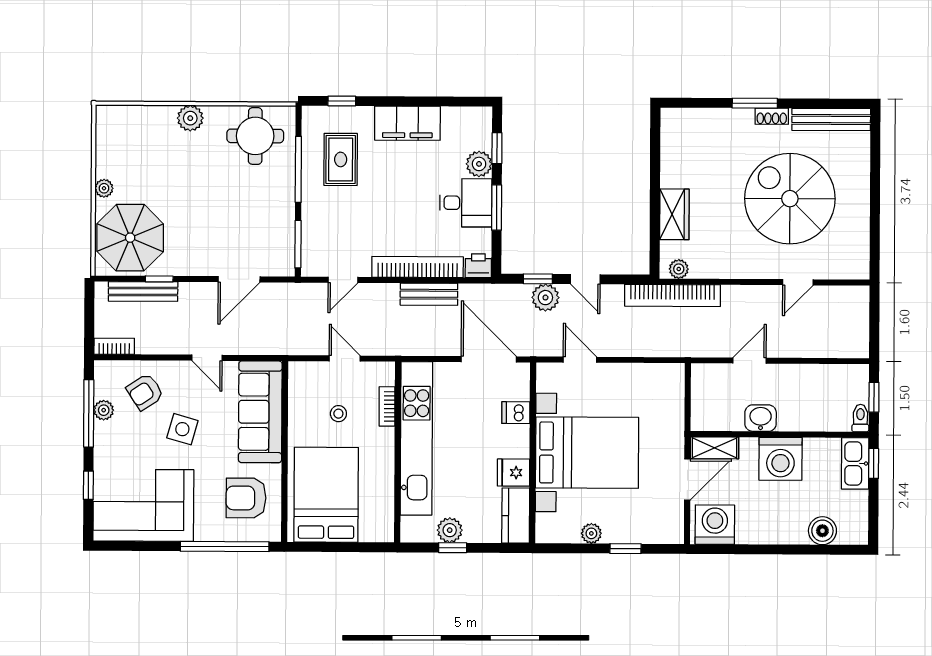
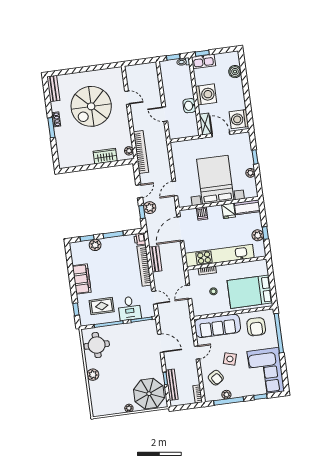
bench: (831, 119) -> (53, 88), width x0.73
desk: (466, 203) -> (129, 308), moved, turned 180

